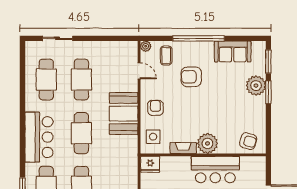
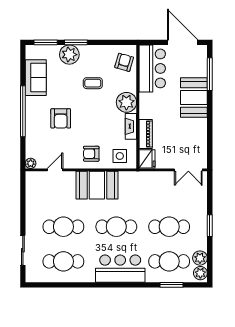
coffee table: (166, 56) -> (93, 83), moved
piano: (175, 163) -> (146, 134), added
bar counter: (215, 170) -> (152, 68), moved

